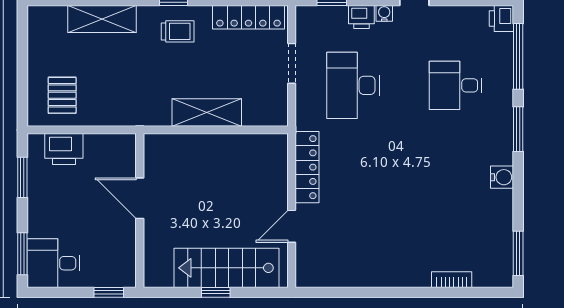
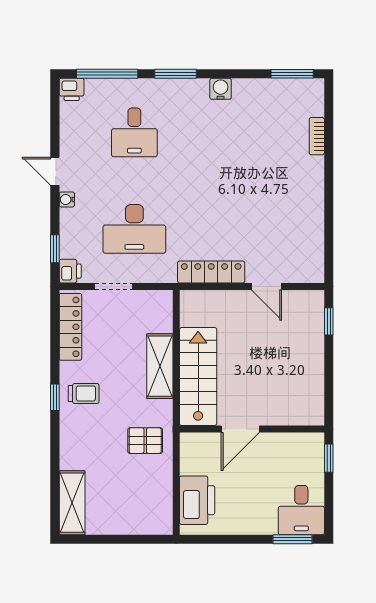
printer: (361, 17) -> (70, 271), moved
shelving: (102, 19) -> (72, 503), moved
trolley: (178, 31) -> (84, 393), turned 90
pallet: (62, 95) -> (145, 441), moved
printer: (64, 149) -> (197, 500), width x1.37, depth x1.19
window: (22, 177) -> (221, 539), removed
stairs: (227, 268) -> (198, 376), moved, turned 180
window: (216, 292) -> (329, 321), moved

